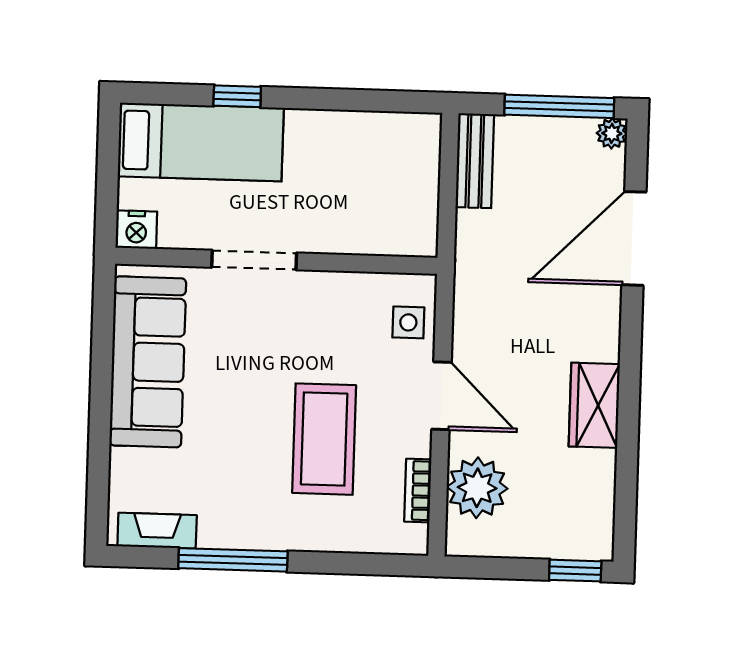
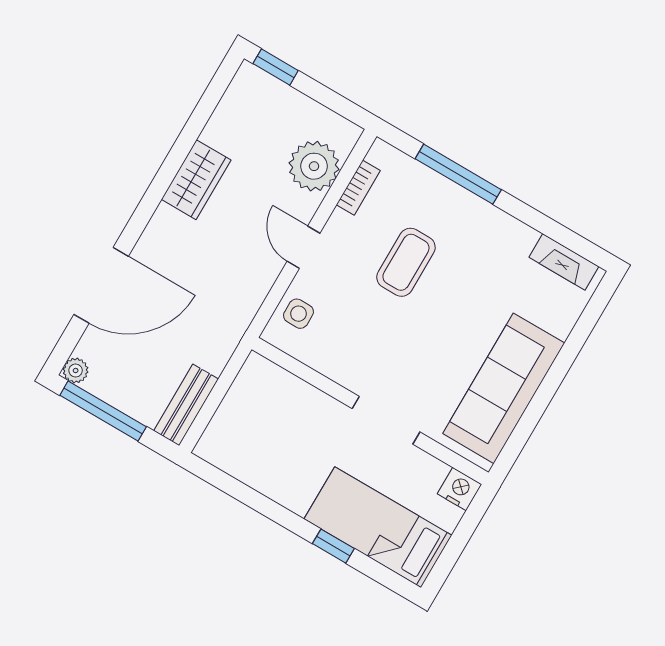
door: (441, 396) -> (303, 247), width x0.73
coffee table: (324, 439) -> (406, 262), width x0.73, depth x0.76
window: (233, 560) -> (458, 174), moved

